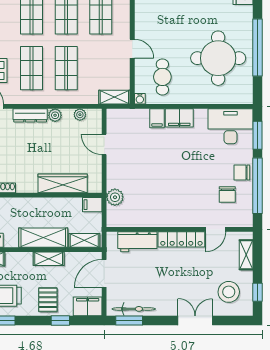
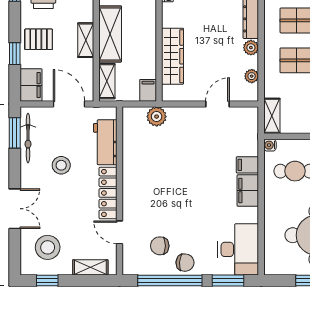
chair: (242, 173) -> (185, 263), turned 95
stool: (157, 280) -> (61, 165), added

